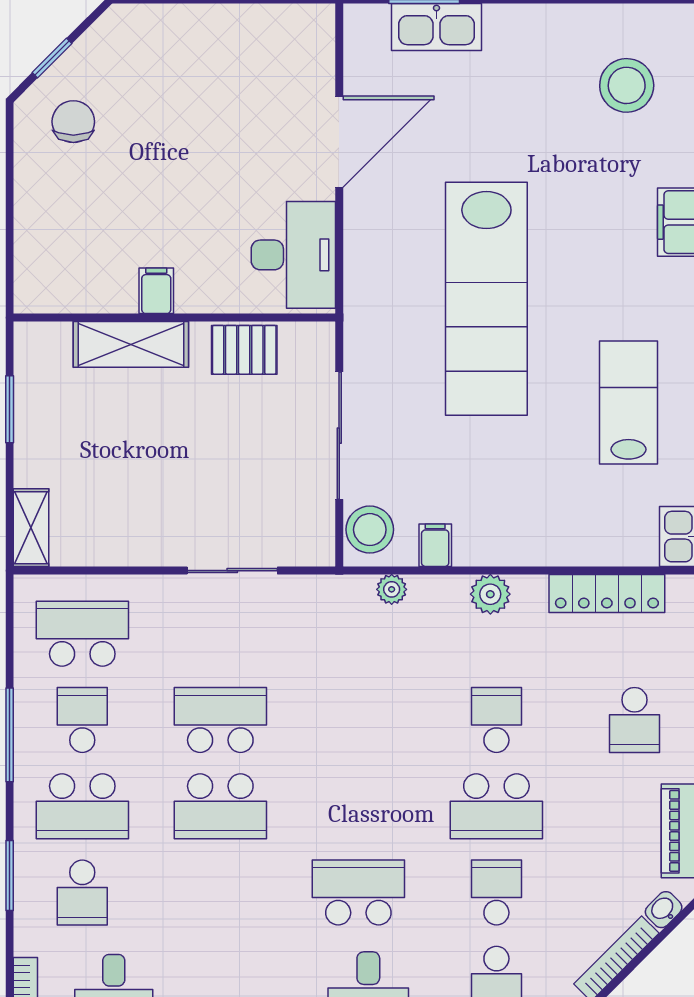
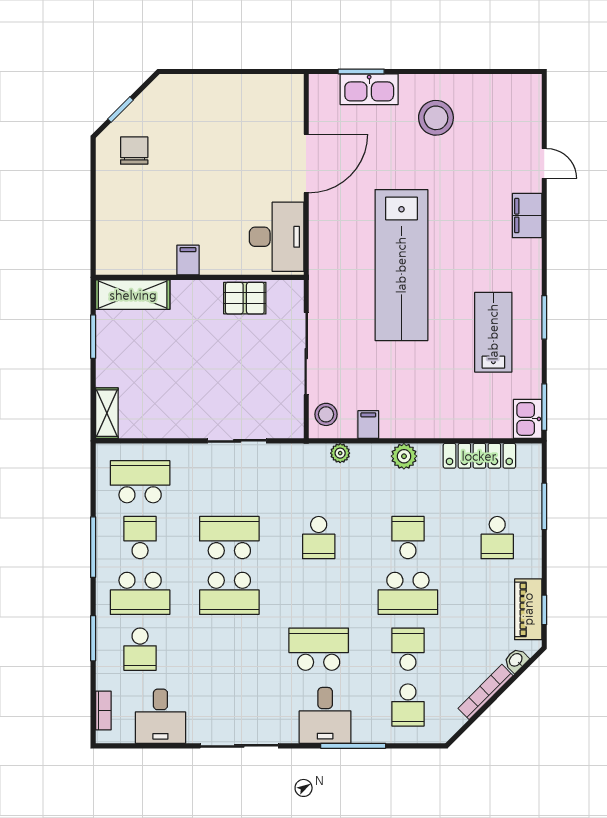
stool: (627, 85) -> (436, 118), moved
shelving: (131, 344) -> (133, 295), moved
stool: (370, 530) -> (326, 414), width x0.73, depth x0.73
school desk: (358, 720) -> (319, 538), added

